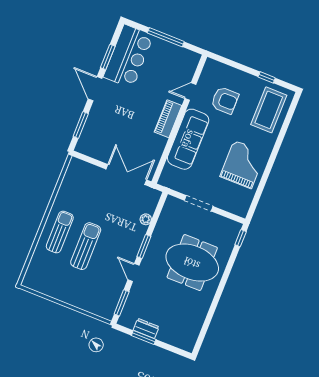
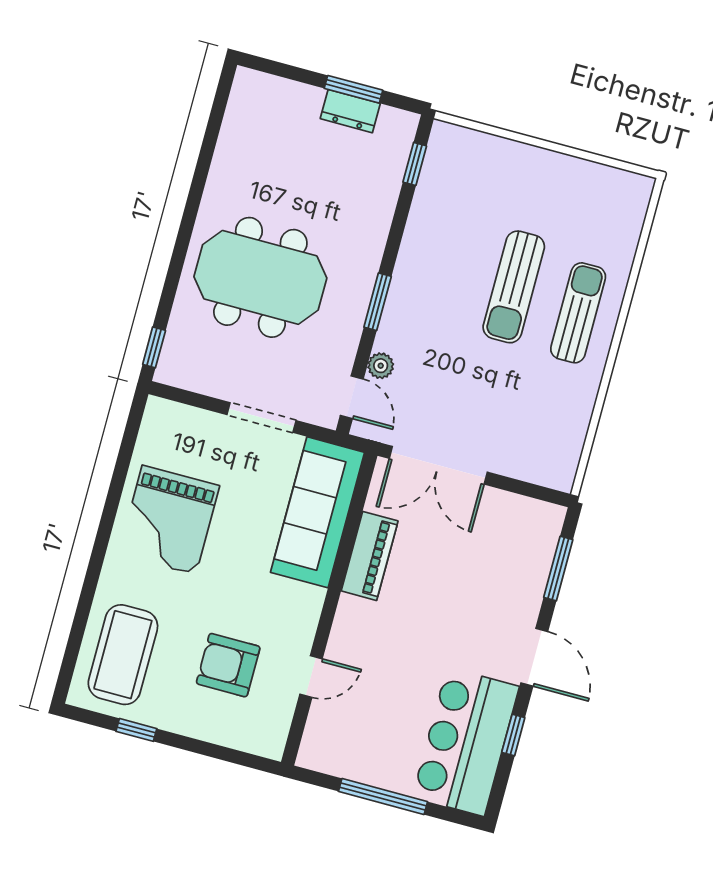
window: (108, 57) -> (513, 735), width x0.67
piano: (168, 119) -> (370, 556), moved
sofa: (188, 139) -> (317, 512), moved
sun lounger: (60, 232) -> (578, 313), turned 180
door: (134, 273) -> (352, 397), moved
window: (122, 303) -> (415, 164), width x0.67

